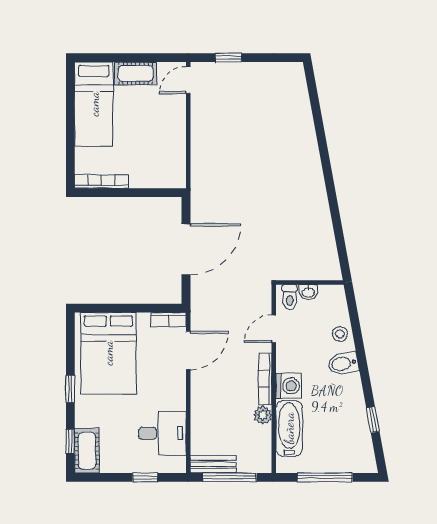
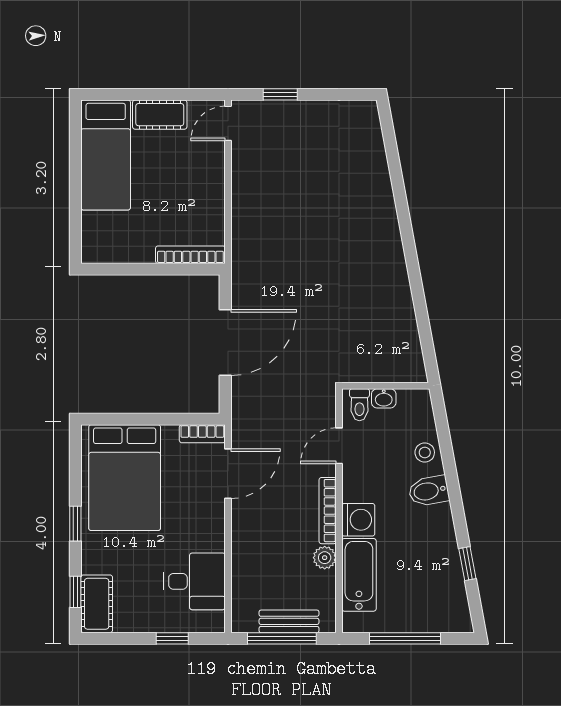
bookcase: (102, 181) -> (190, 255), moved
bench: (213, 464) -> (289, 621), moved

